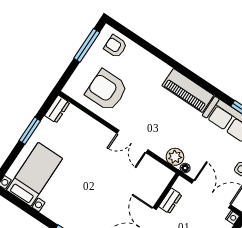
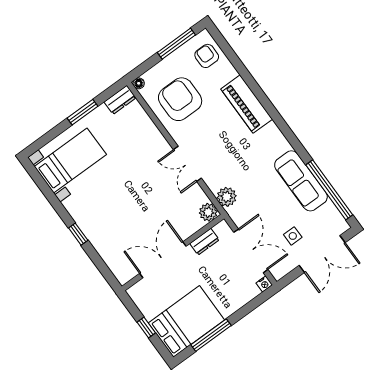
piano: (188, 90) -> (247, 104), moved
floor lamp: (185, 168) -> (139, 83), moved
plant: (164, 175) -> (208, 212), added

